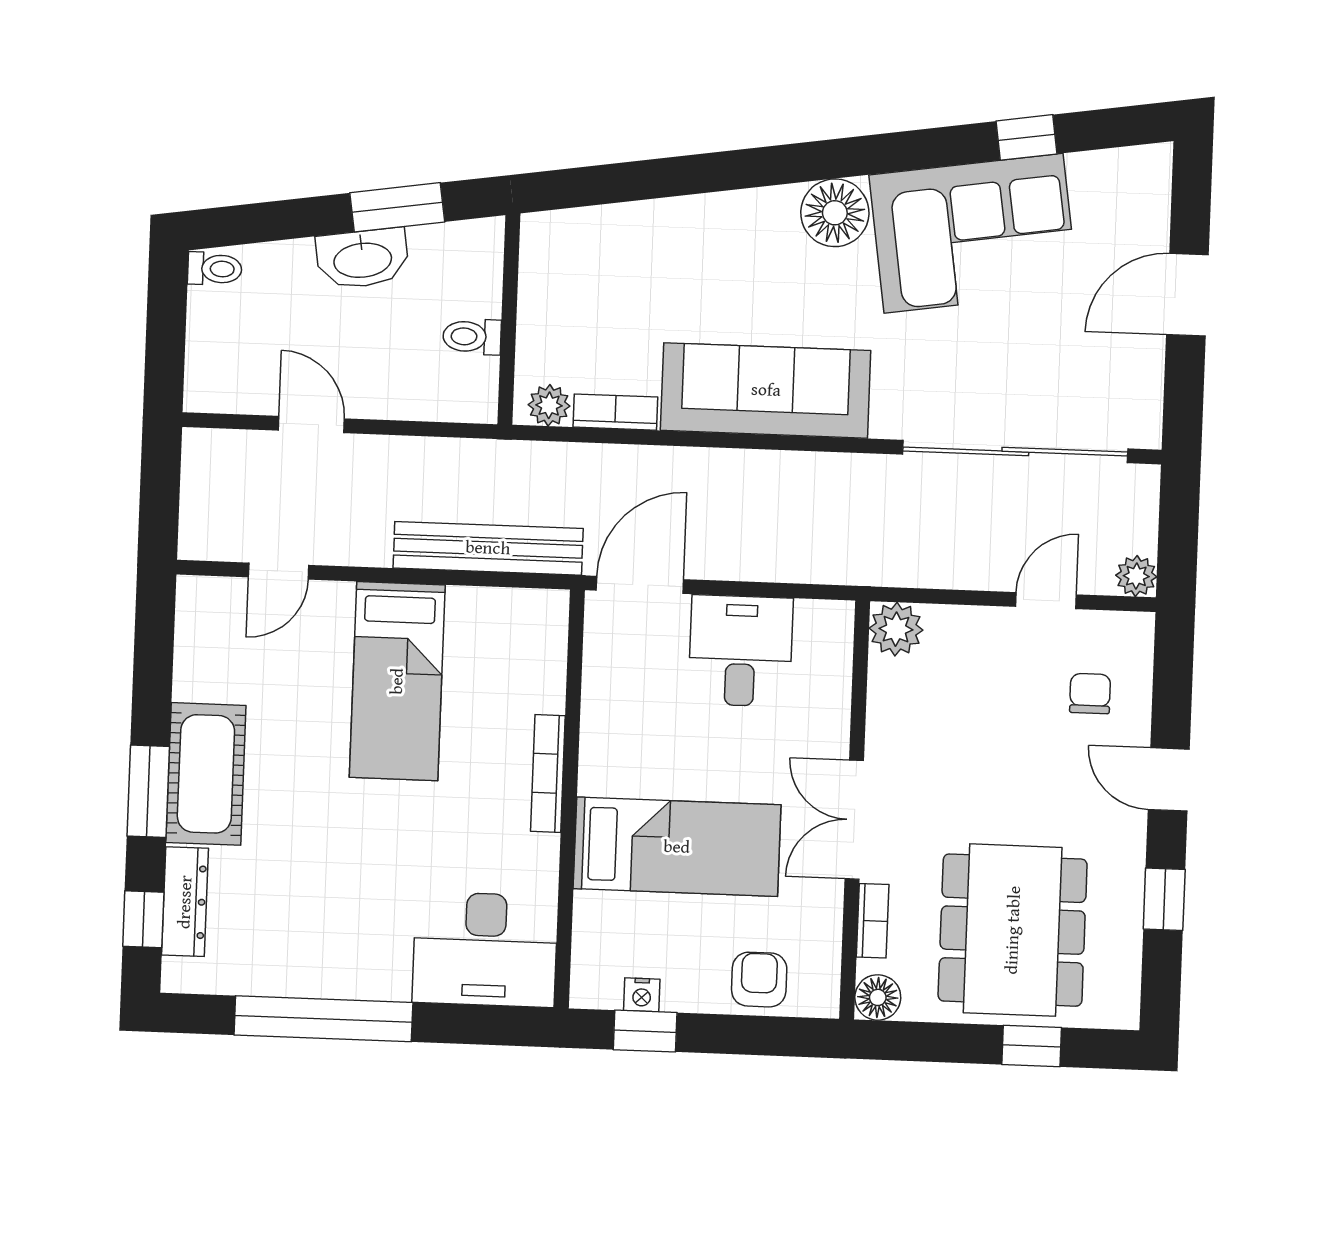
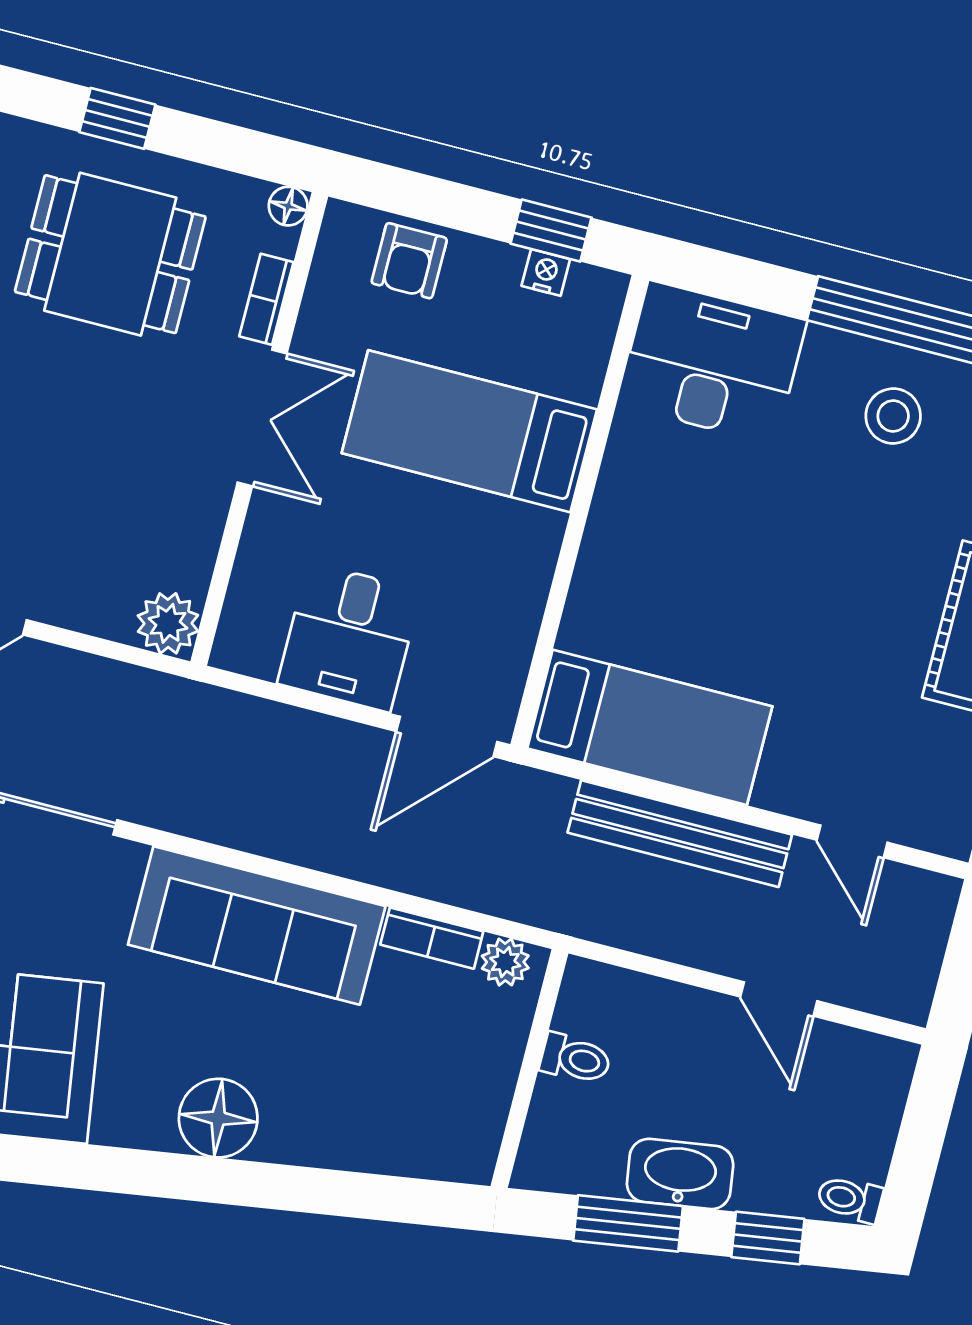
floor lamp: (835, 213) -> (218, 1118), moved
window: (277, 221) -> (768, 1238), added
bench: (488, 548) -> (680, 834), moved
door: (278, 571) -> (852, 841), swing flipped
bed: (397, 681) -> (650, 727), moved, turned 90
bookcase: (548, 773) -> (597, 546), removed
dining table: (1013, 930) -> (110, 254), width x0.73
stool: (322, 938) -> (893, 416), added
floor lamp: (878, 997) -> (288, 206), width x0.73, depth x0.73

